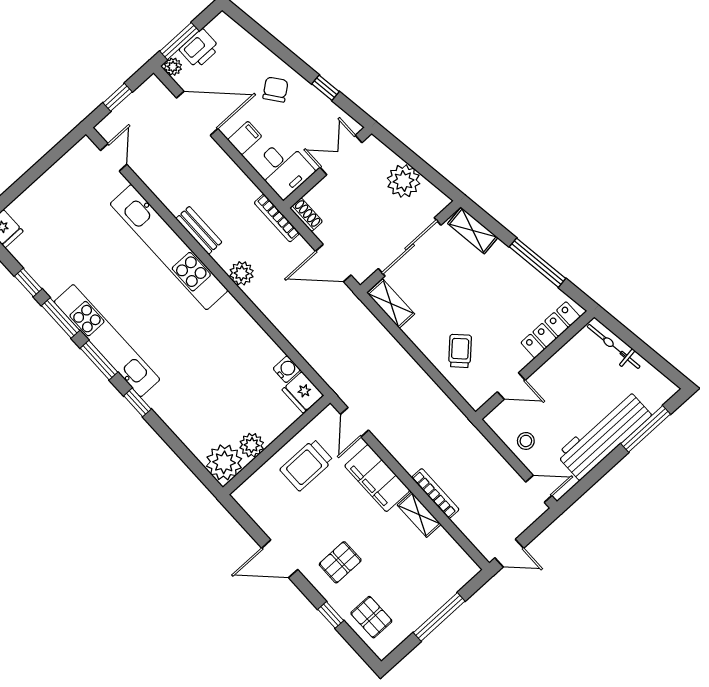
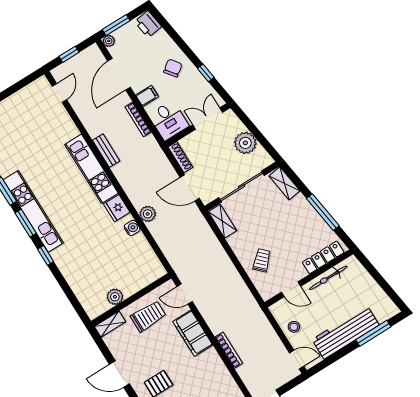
printer: (200, 49) -> (148, 24), moved, turned 82
door: (197, 113) -> (119, 74), swing flipped
shoe rack: (306, 215) -> (180, 157), width x1.43
bookcase: (277, 218) -> (138, 119), moved
kitchen unit: (169, 247) -> (91, 169), width x0.73
plant: (242, 273) -> (148, 214), moved
bicycle: (614, 346) -> (328, 278), moved, turned -82
water cooler: (287, 369) -> (132, 228), moved
fridge: (303, 392) -> (117, 208), moved
door: (355, 422) -> (185, 294), hinge flipped
plant: (224, 462) -> (95, 305), removed
trolley: (307, 465) -> (148, 316), turned 180
shelving: (419, 515) -> (110, 324), moved, turned 90

